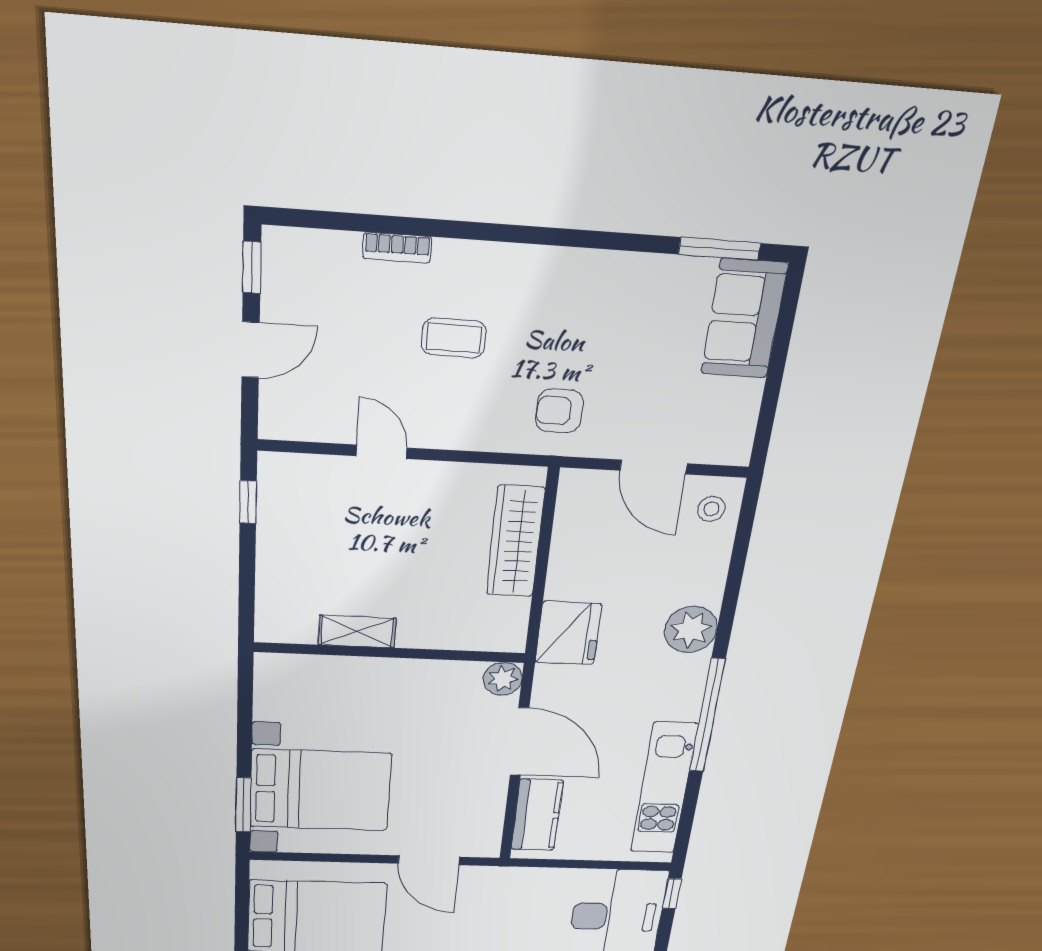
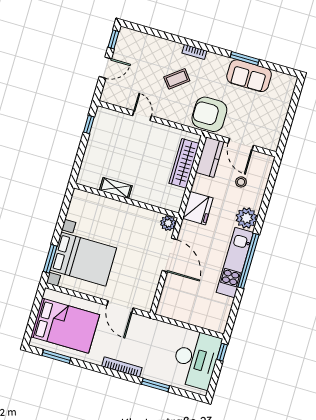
bookcase: (397, 248) -> (194, 52), moved
window: (719, 249) -> (245, 58), moved
sofa: (744, 319) -> (249, 76), moved, turned -90
coffee table: (454, 338) -> (177, 79), turned -39
armchair: (559, 411) -> (209, 114), width x1.88, depth x1.88
stool: (711, 509) -> (241, 182), moved
kitchen unit: (664, 789) -> (235, 262), moved
kitchen counter: (537, 815) -> (210, 157), moved

